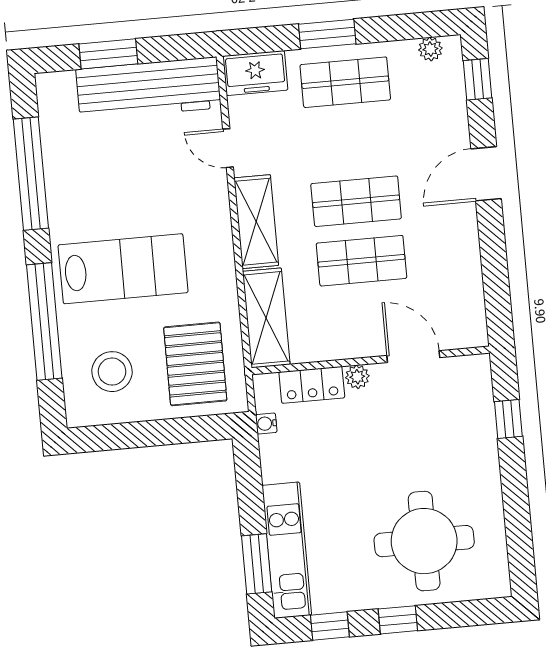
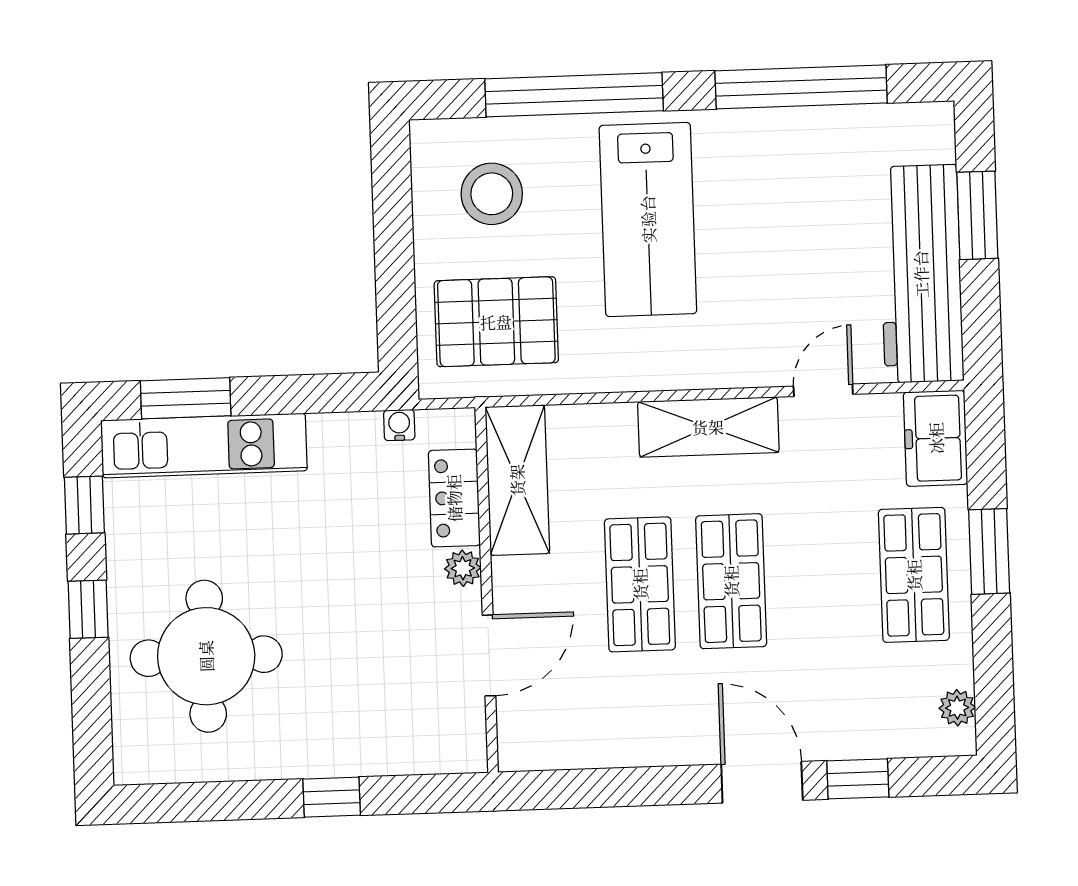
window: (477, 79) -> (858, 779), moved
shelving: (266, 318) -> (517, 480), moved, turned 90
window: (508, 419) -> (332, 797), moved

